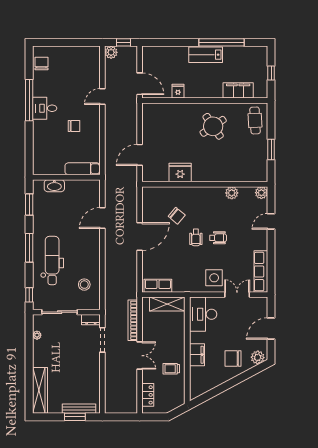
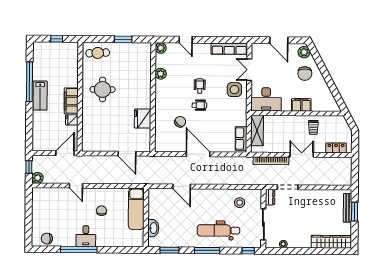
filing cabinet: (238, 90) -> (71, 101), moved
round table: (213, 126) -> (103, 89), turned 34
exam couch: (83, 169) -> (136, 209), width x1.36, depth x1.45

